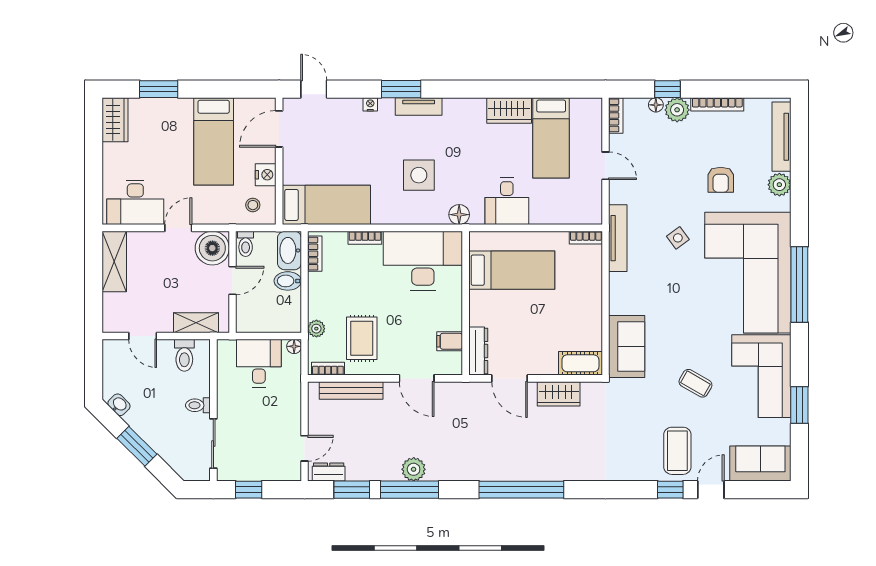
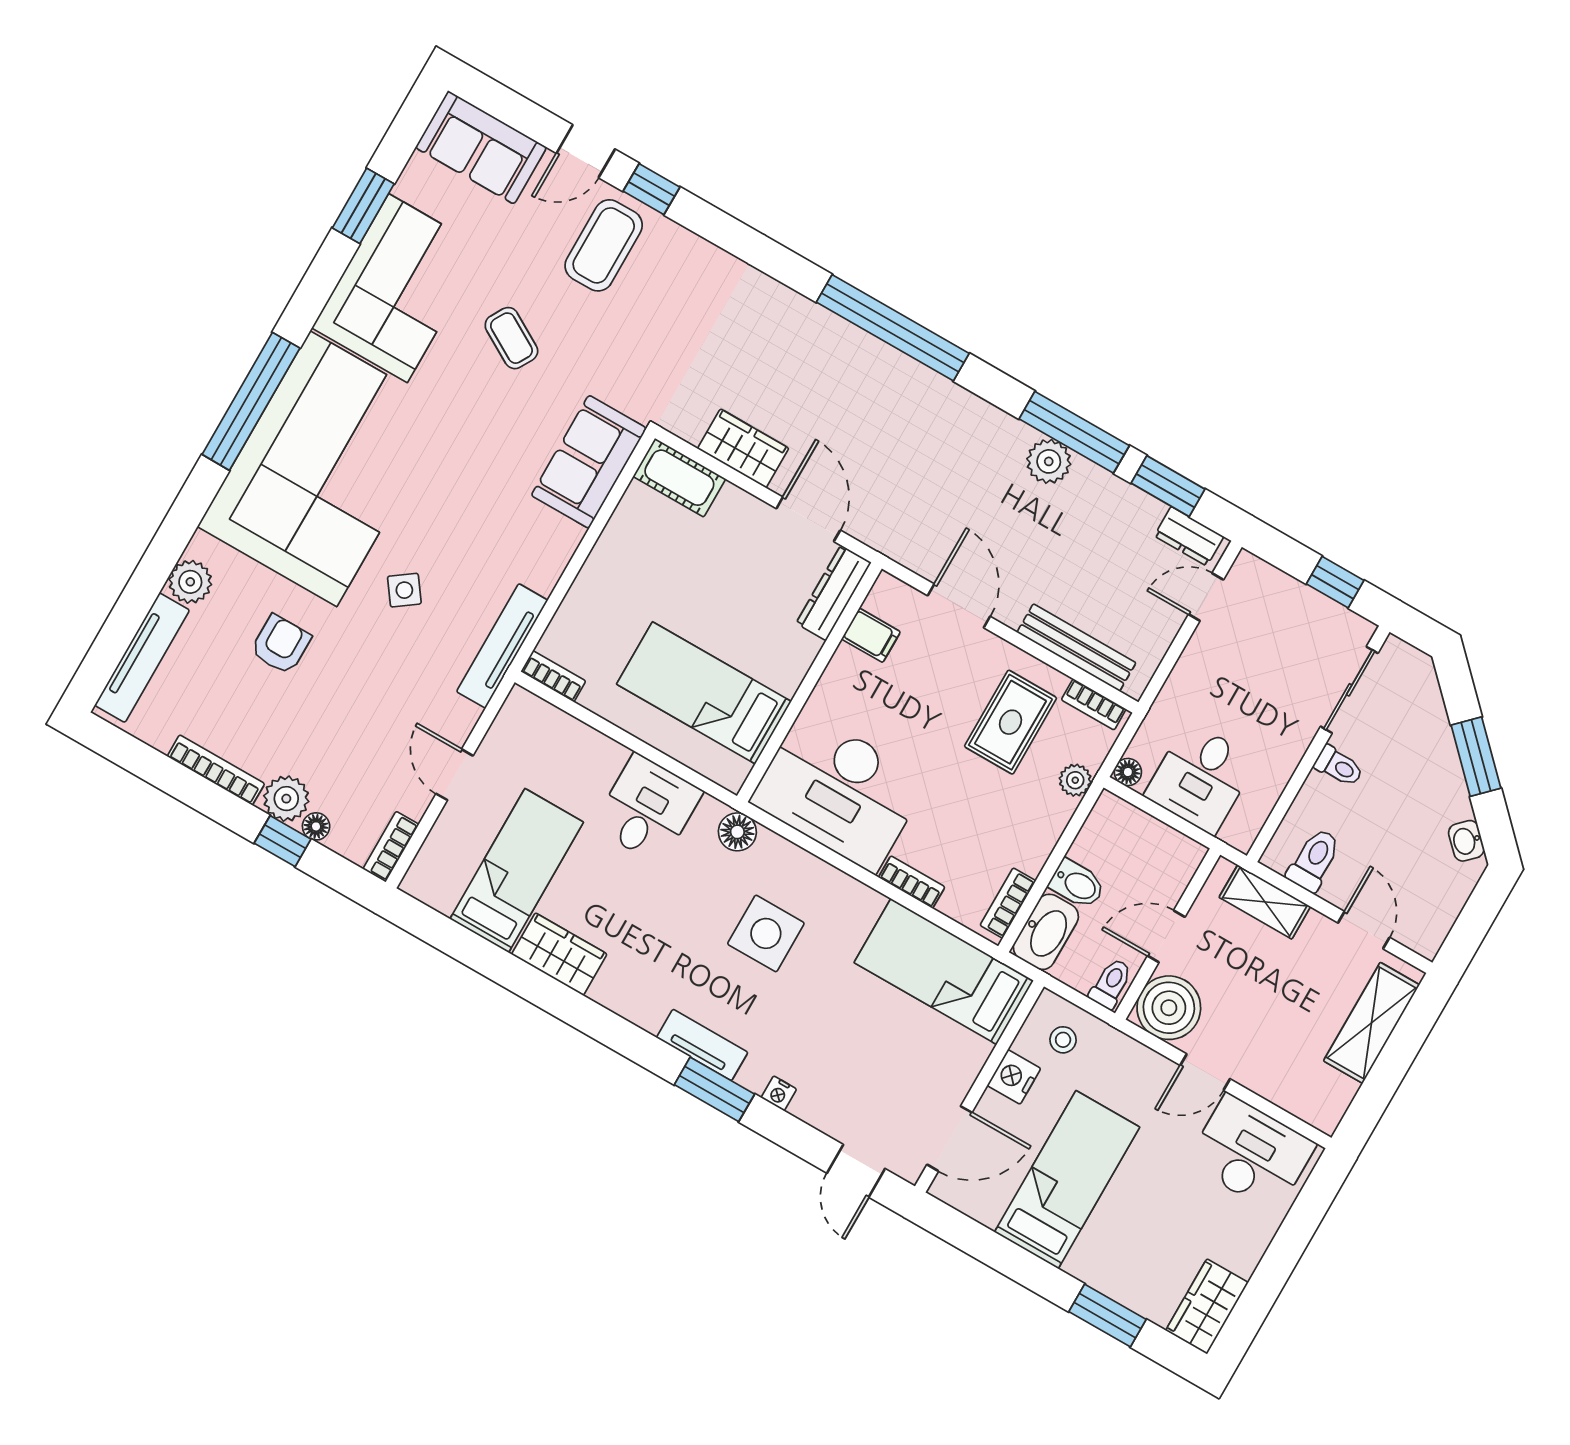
shelving: (114, 262) -> (1372, 1023), moved

